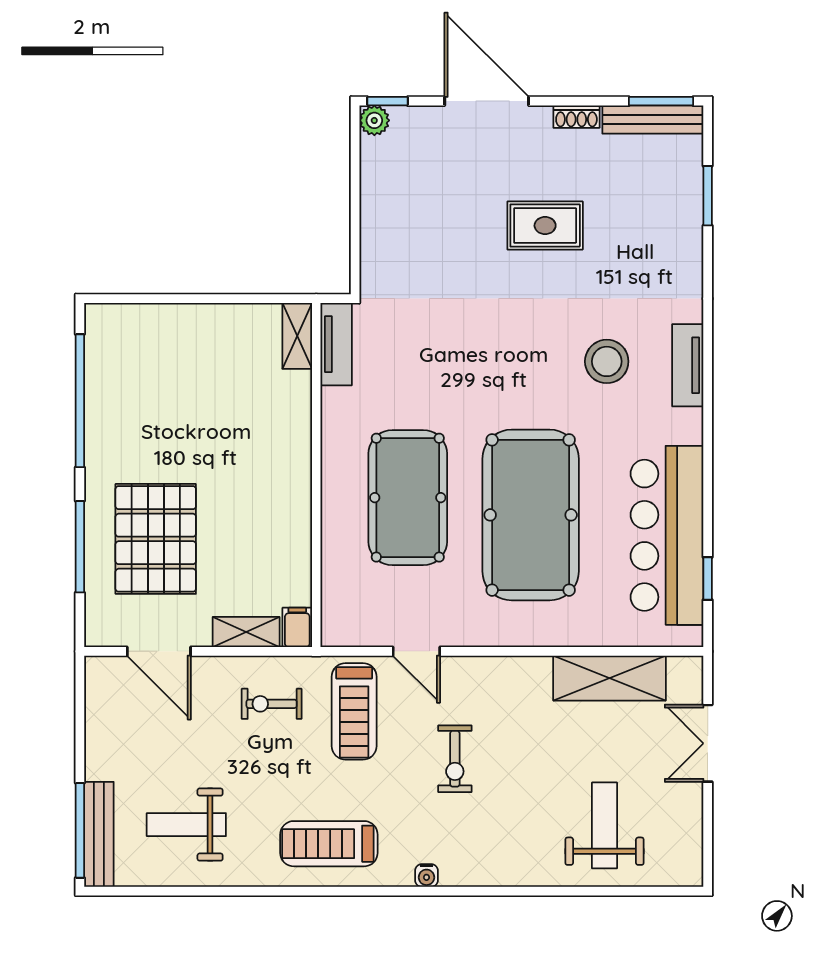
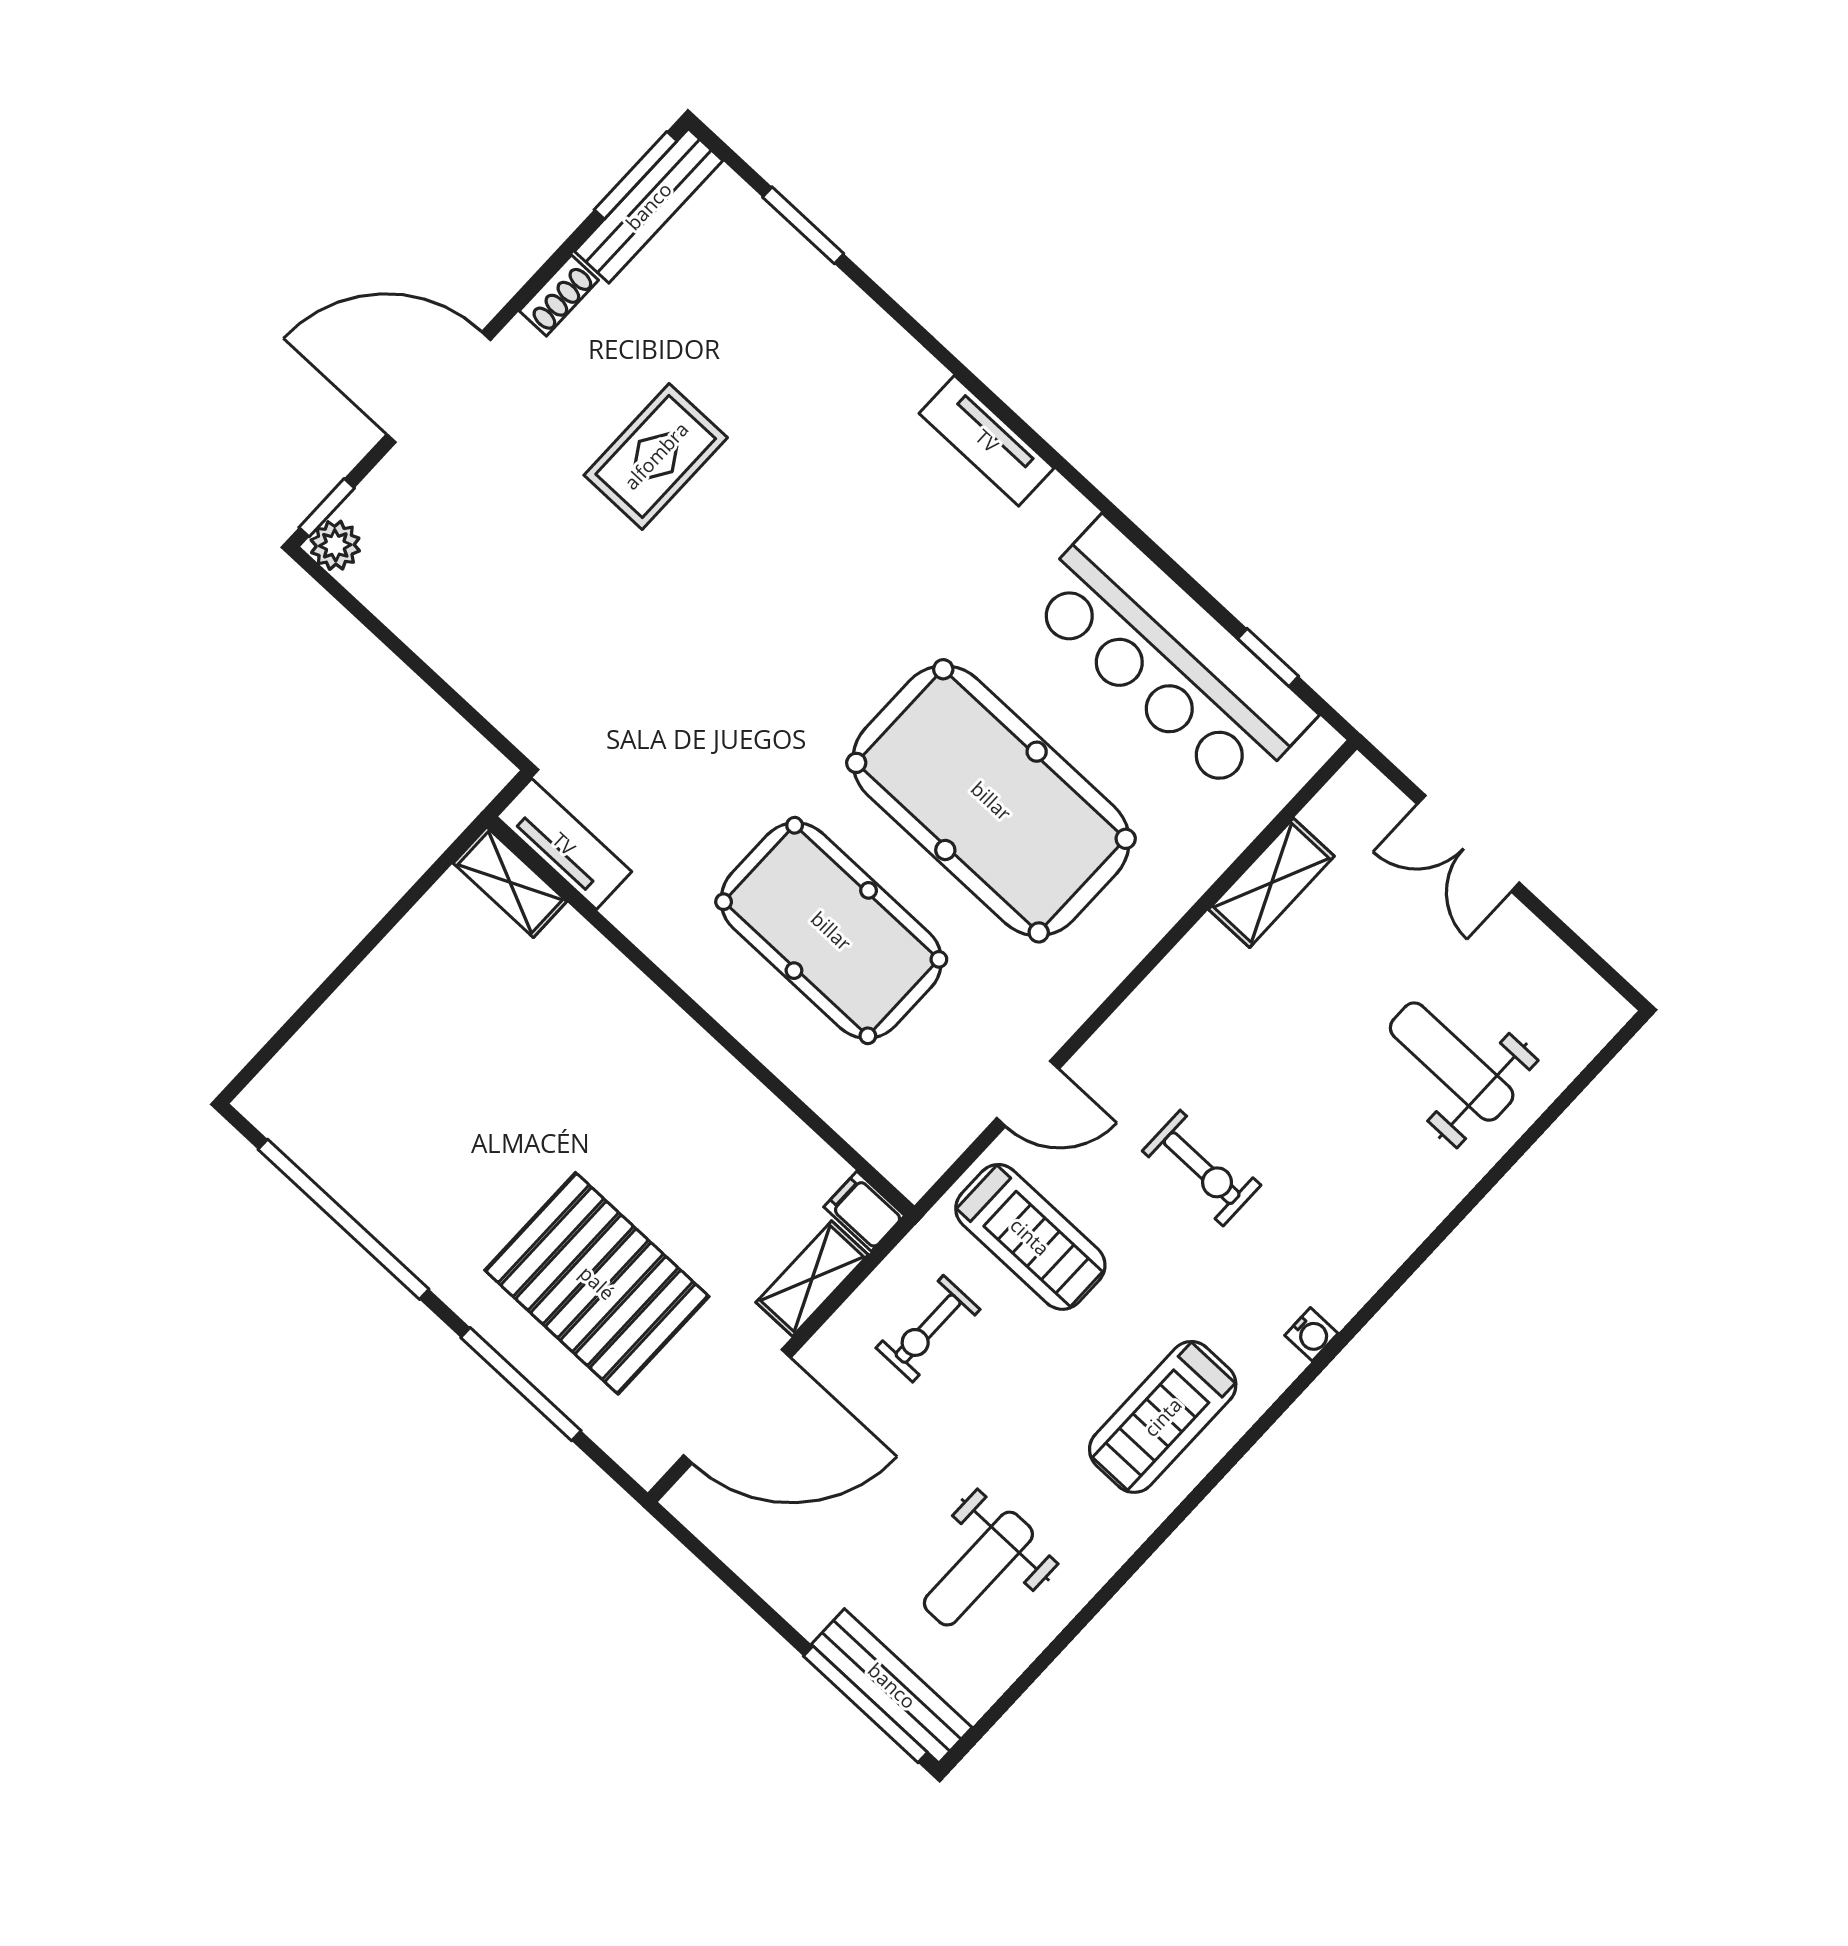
stool: (607, 361) -> (890, 535), removed
door: (159, 651) -> (737, 1406), width x1.36
shelving: (610, 678) -> (1271, 883), width x0.67, depth x0.75

